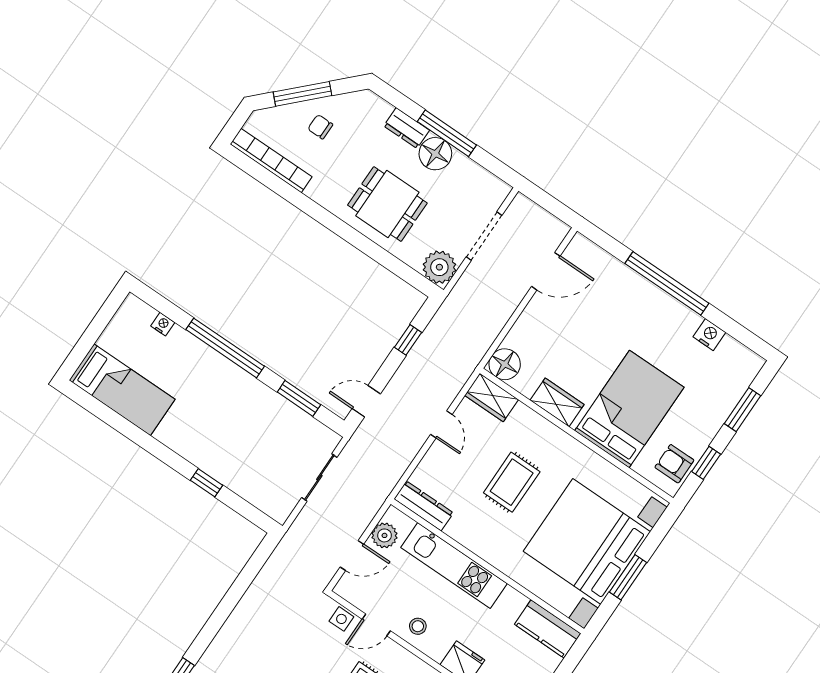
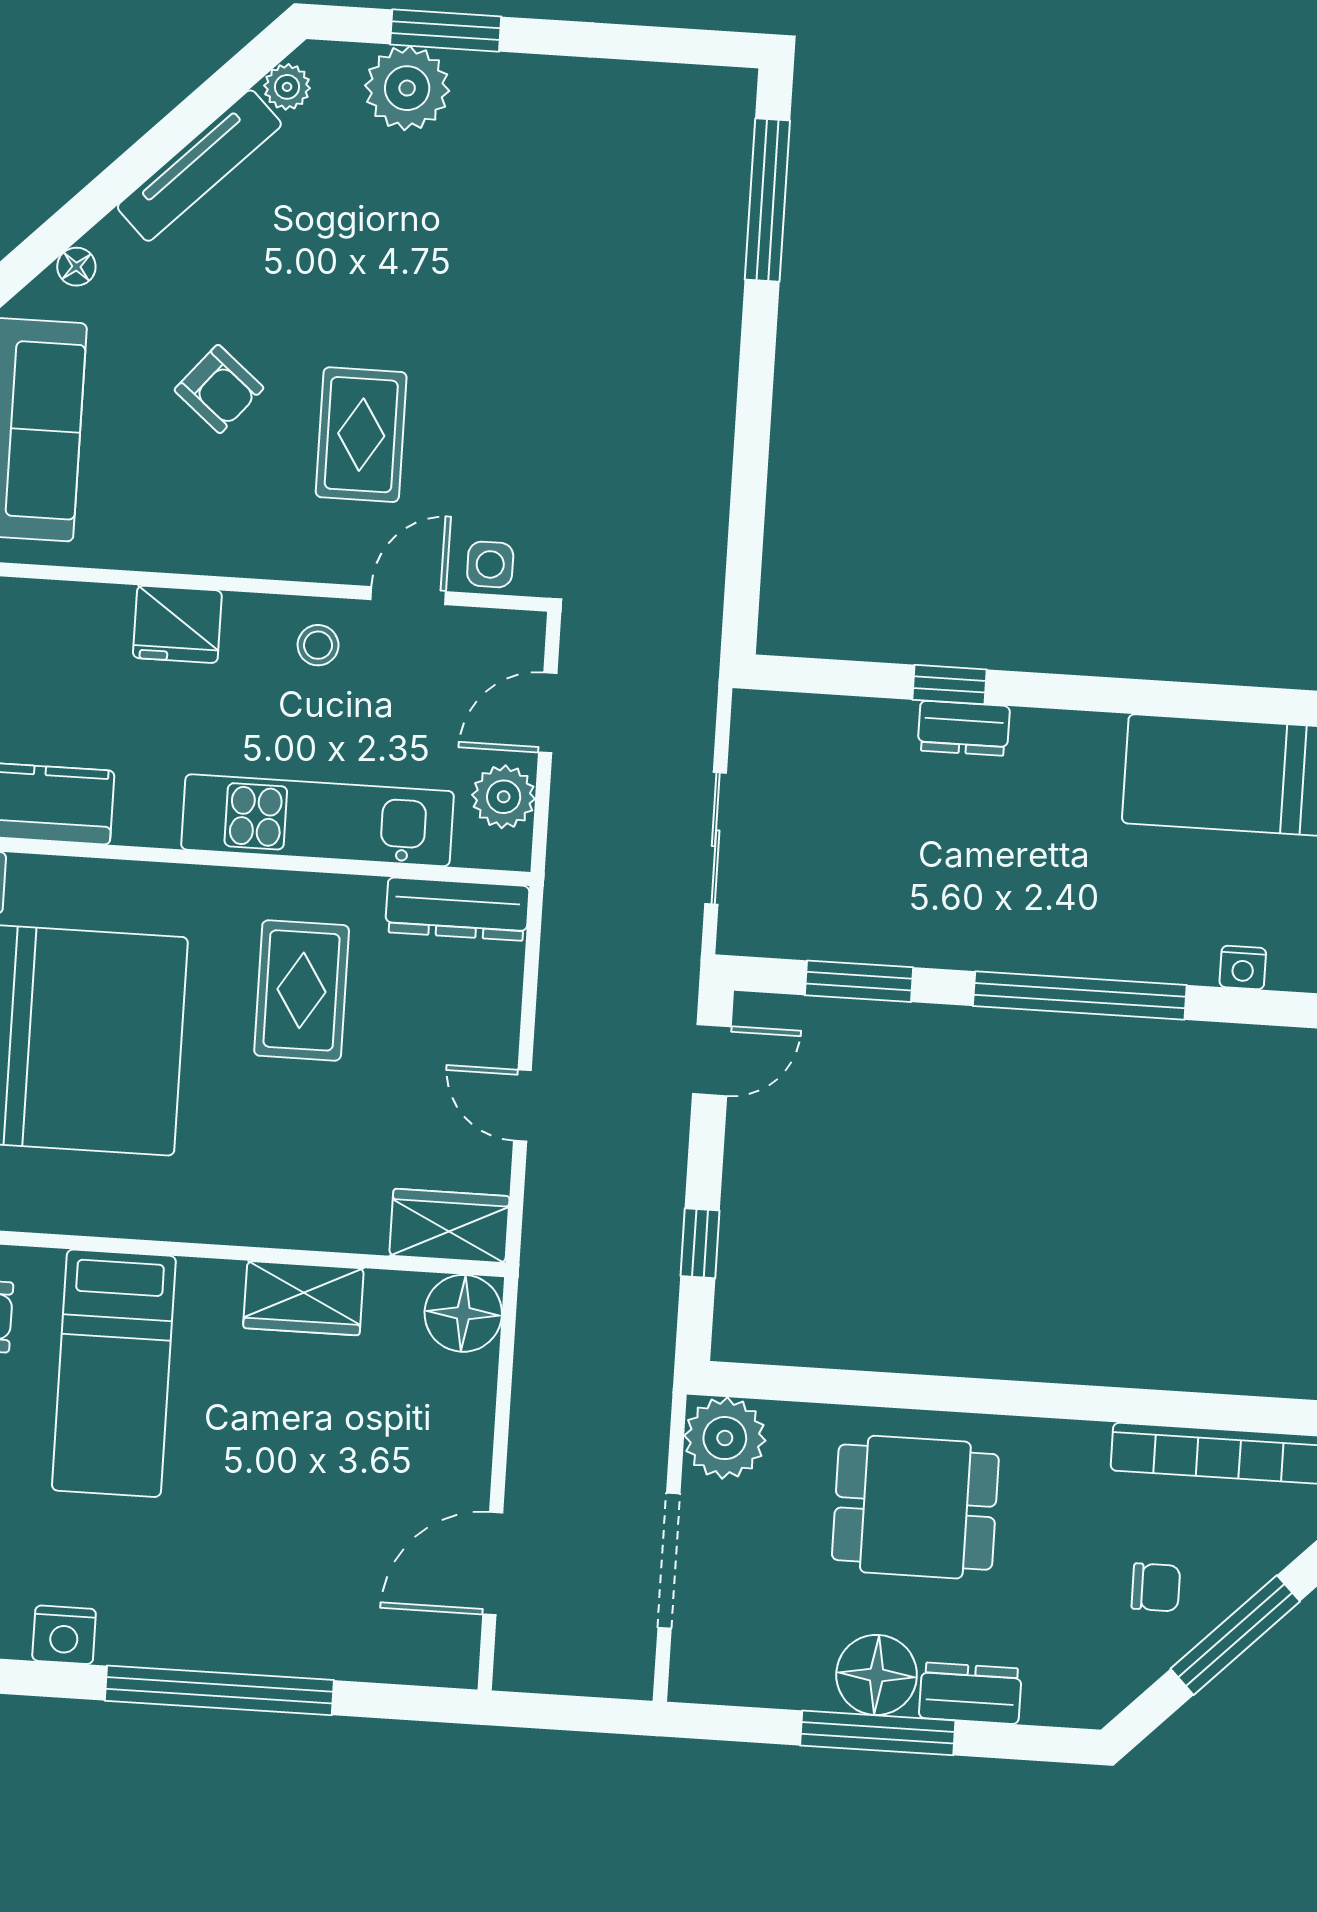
bed: (629, 409) -> (114, 1373), width x0.67
dresser: (211, 465) -> (964, 728), added
rug: (512, 482) -> (302, 990), moved

